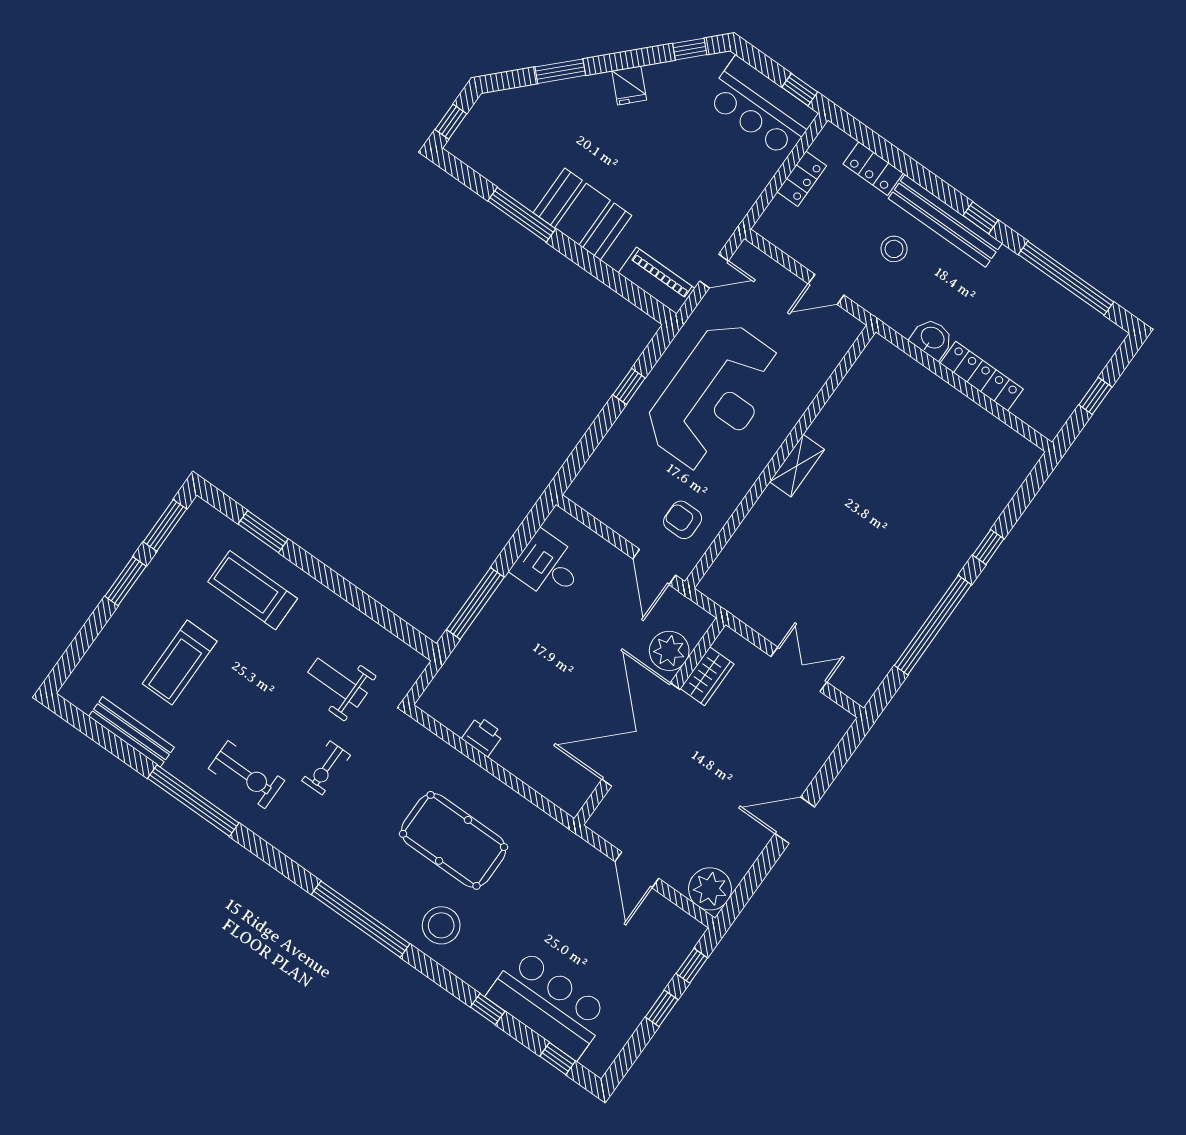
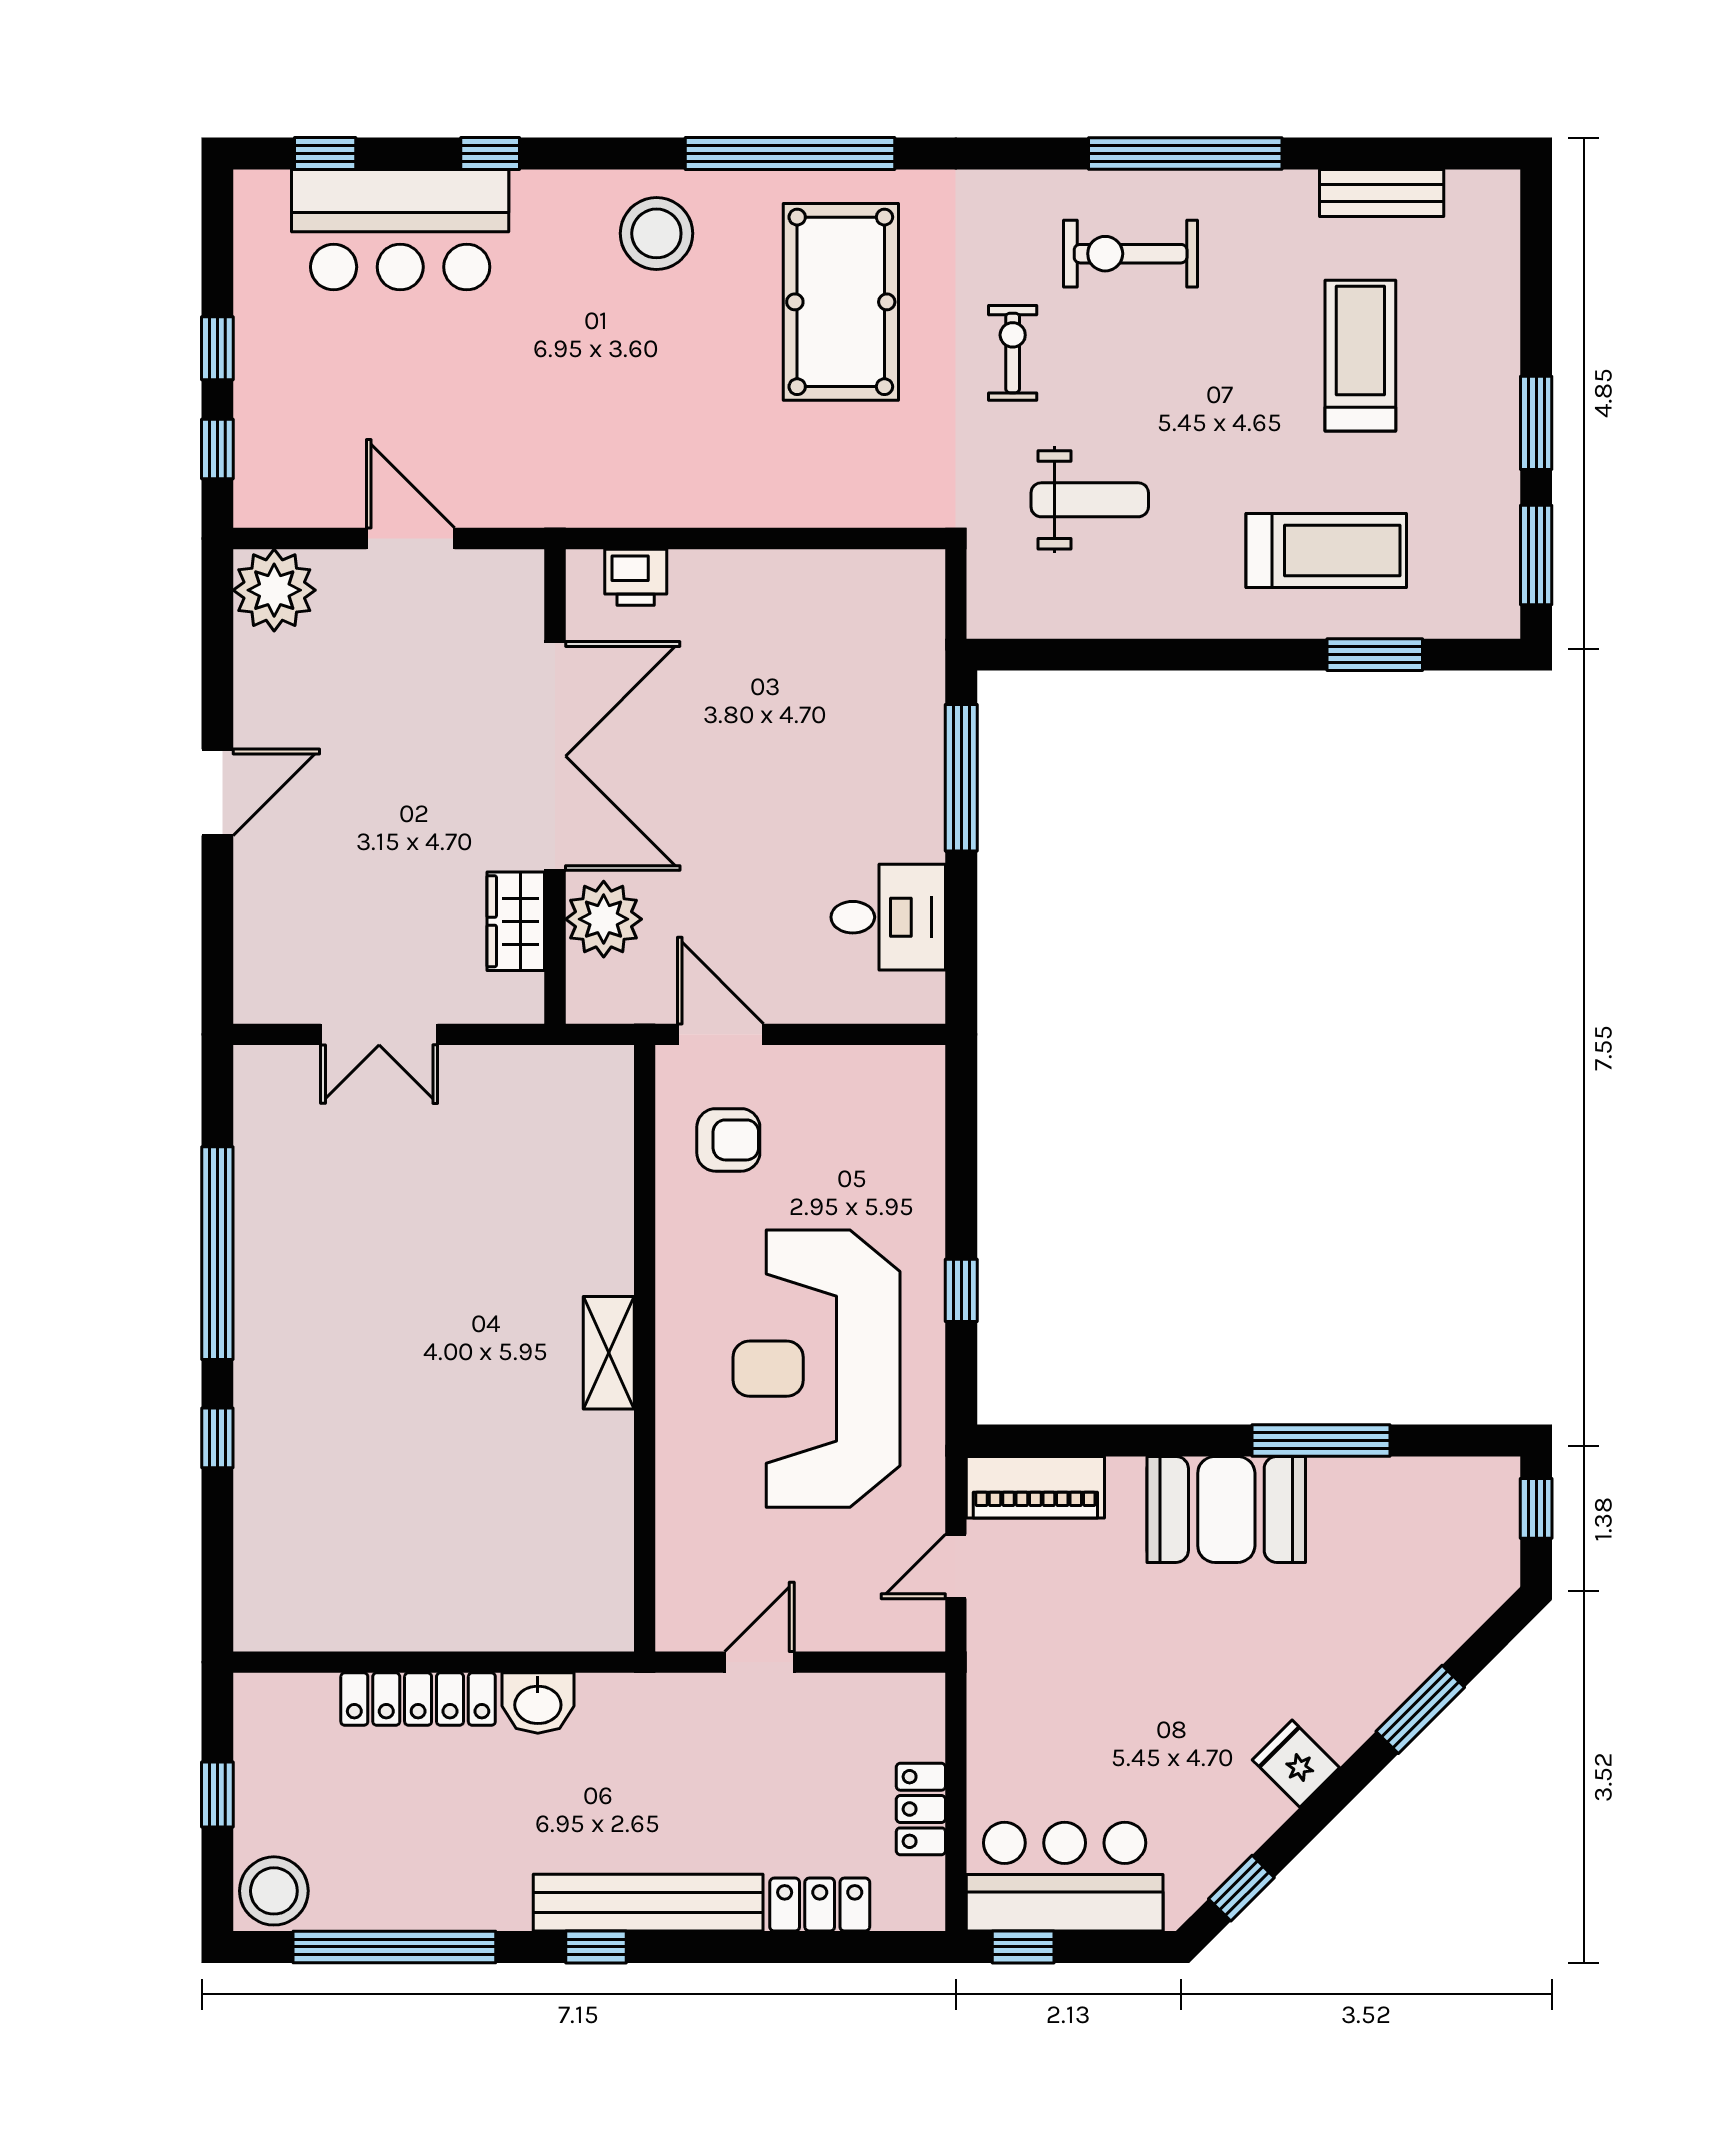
stool: (894, 249) -> (274, 1891), moved, width x1.38, depth x1.38
bench: (131, 732) -> (1382, 193), width x0.73
printer: (483, 736) -> (636, 577), moved
pool table: (454, 840) -> (841, 302), moved, turned 90

